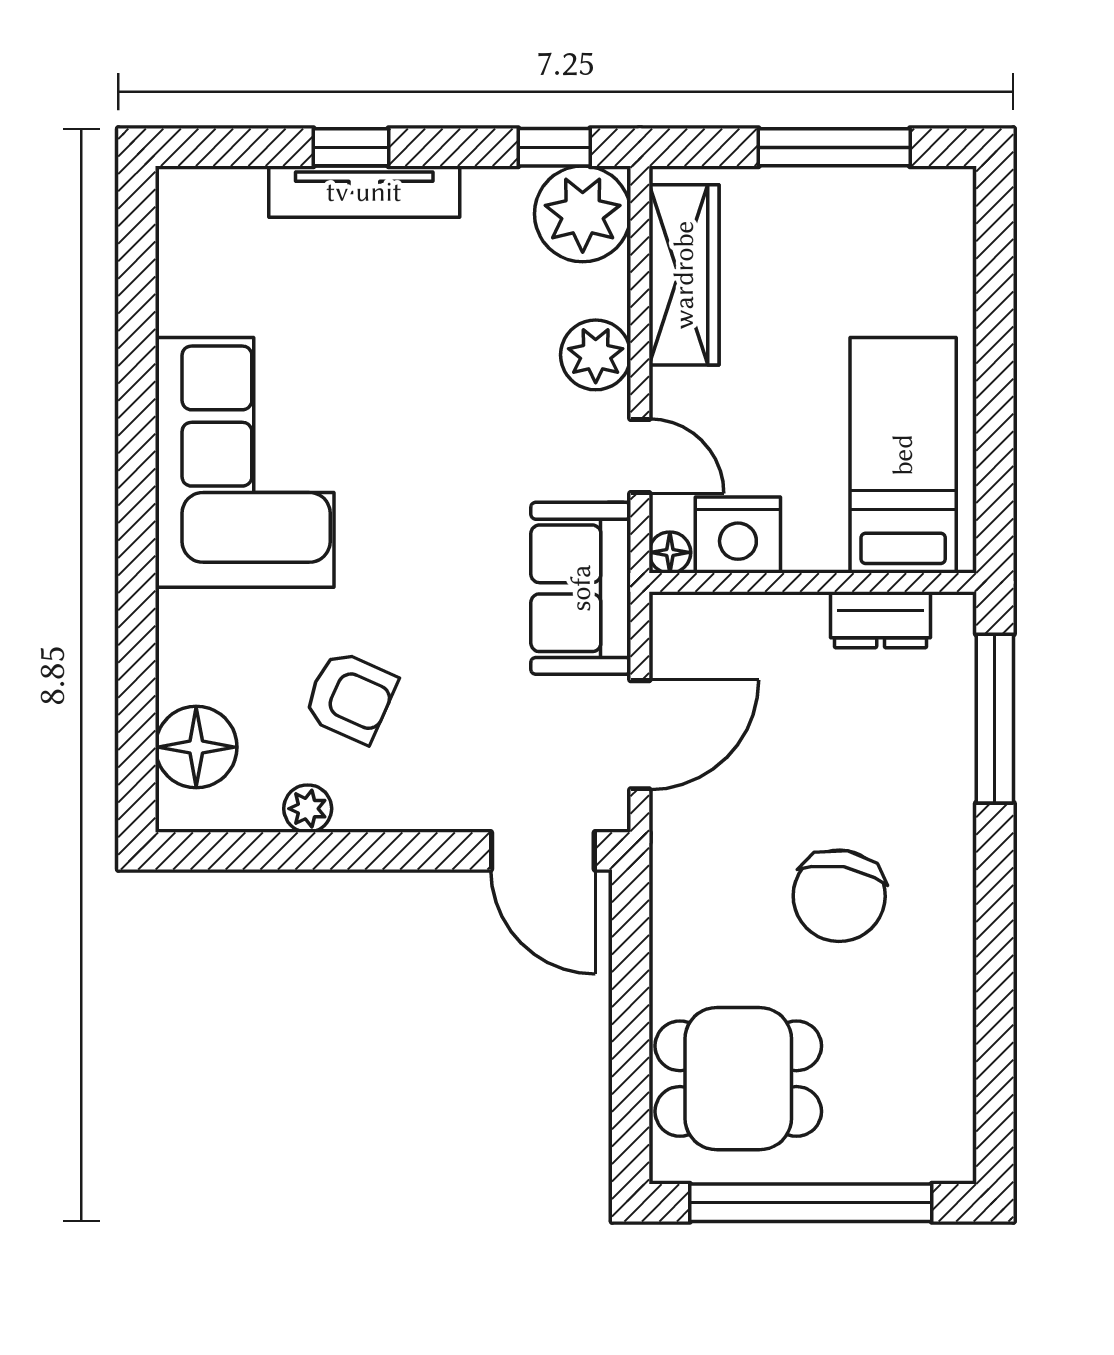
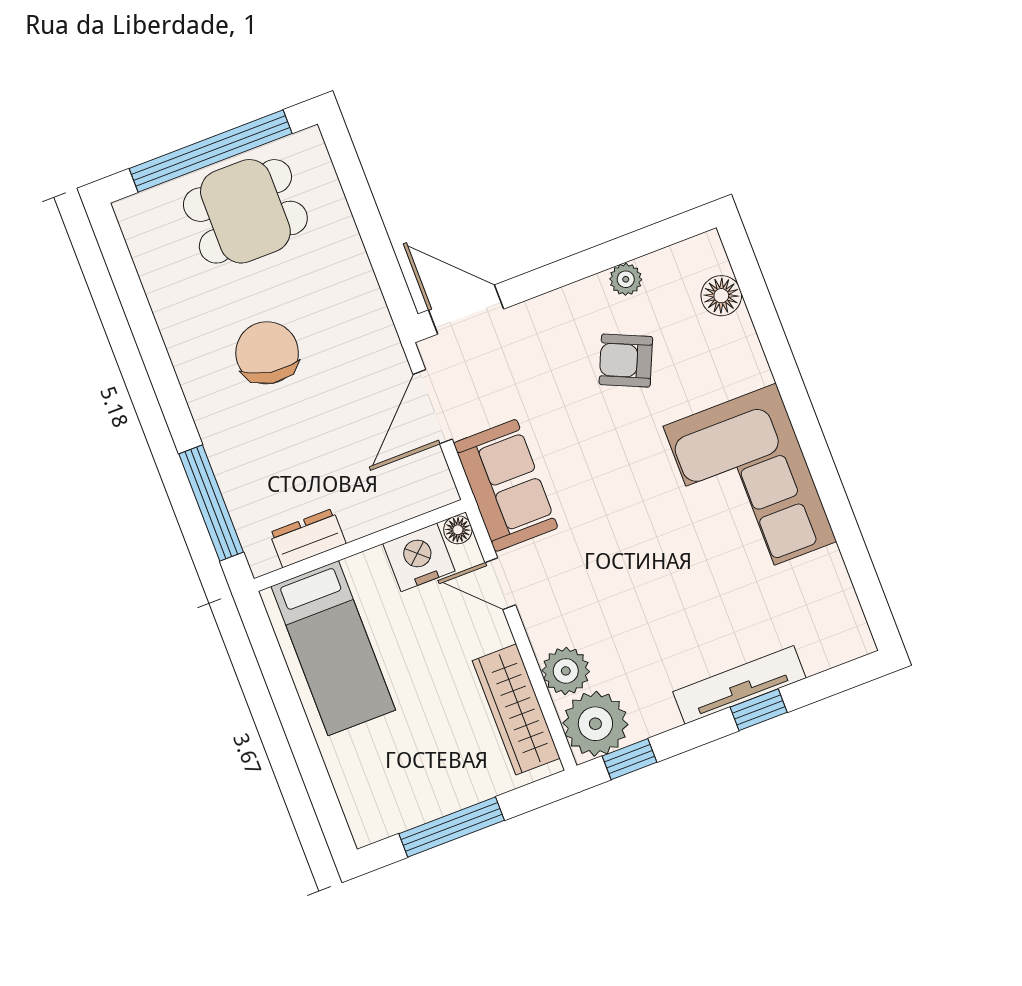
plant: (596, 355) -> (566, 671), moved
floor lamp: (196, 747) -> (721, 296), width x0.73, depth x0.73
dining table: (738, 1079) -> (245, 211), moved

